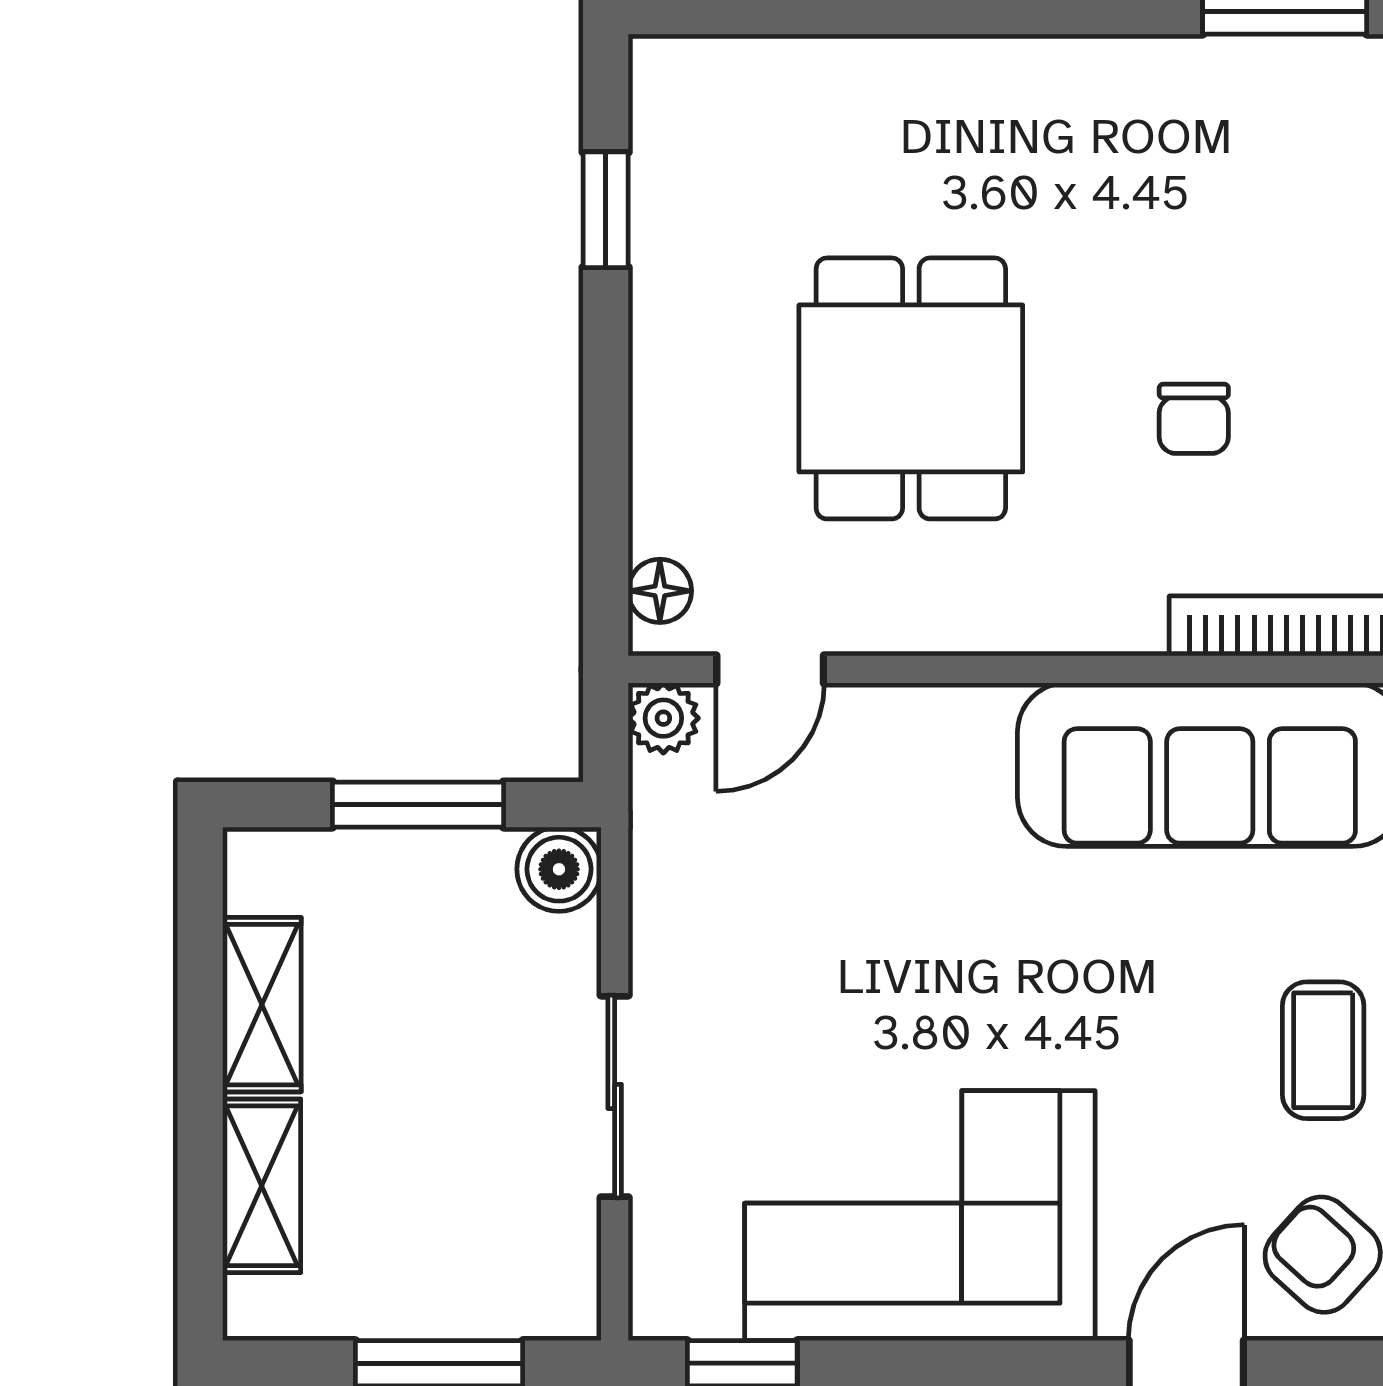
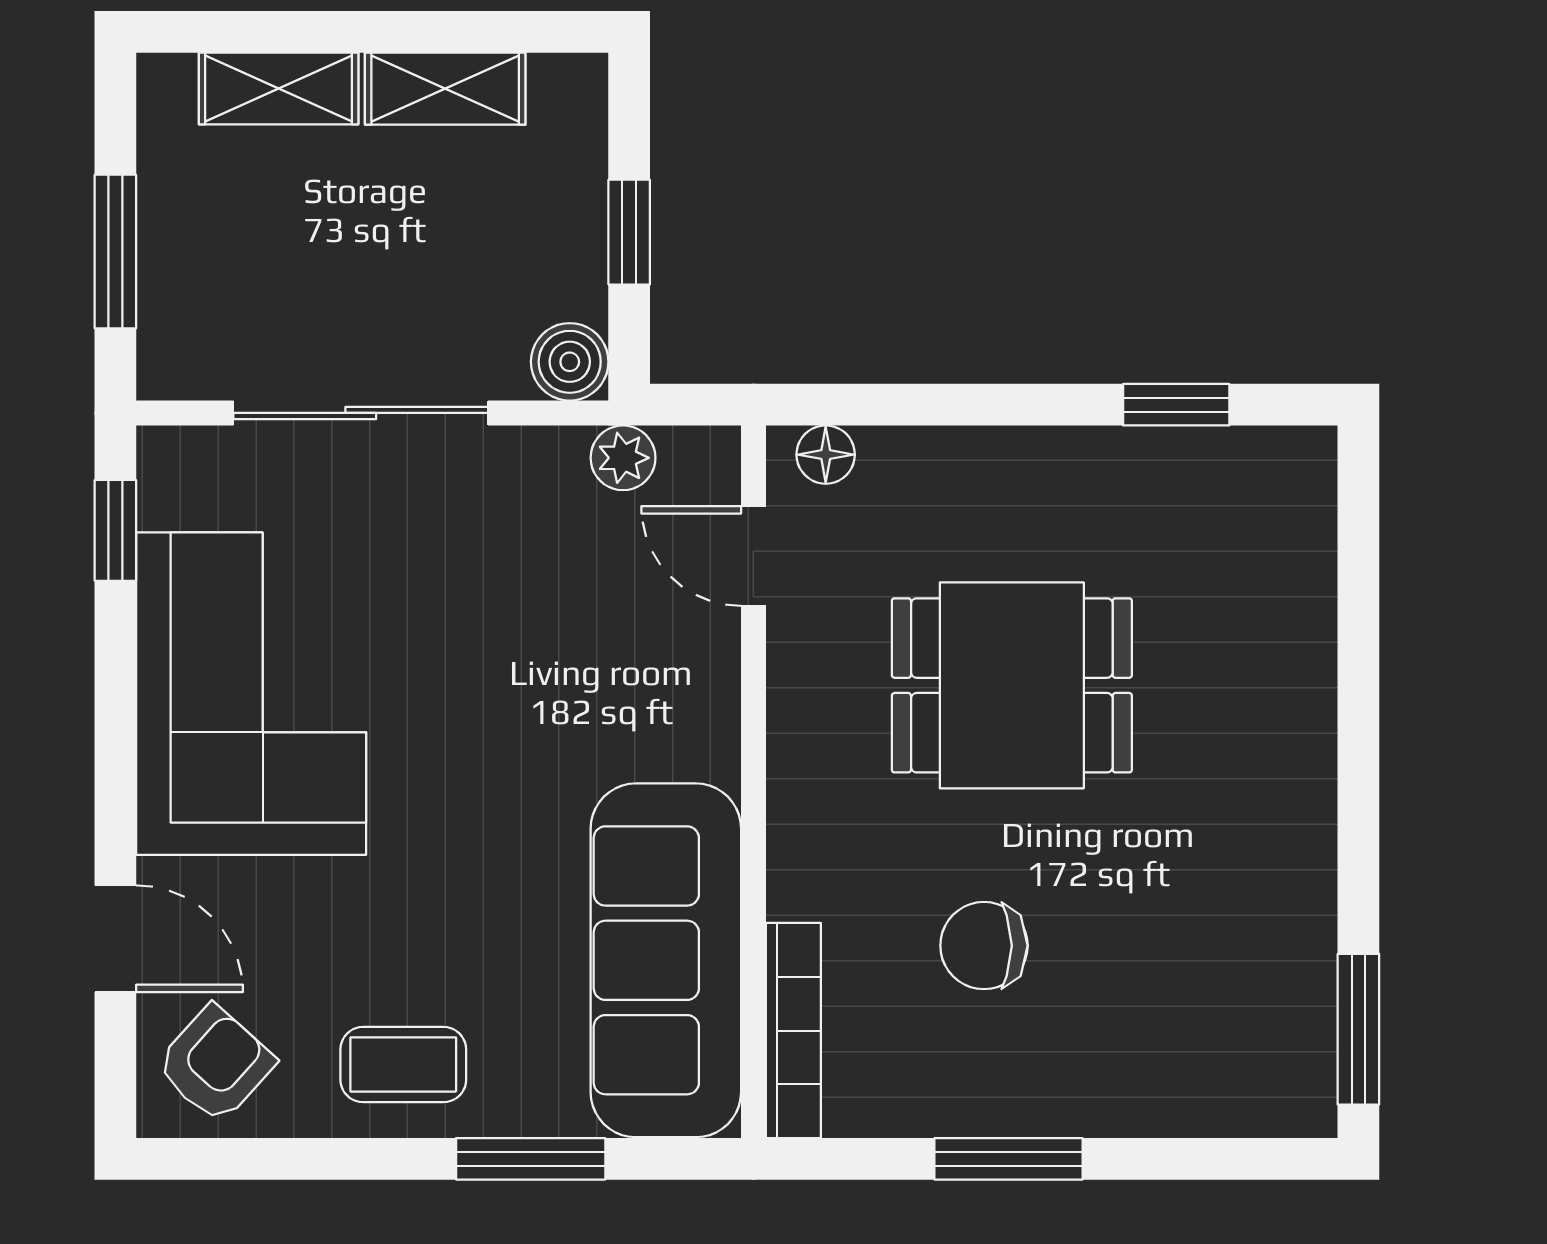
chair: (1194, 419) -> (984, 946), width x1.37, depth x1.37
plant: (663, 718) -> (623, 458), moved
window: (418, 805) -> (629, 232), width x0.67
sliding door: (615, 1096) -> (361, 413), width x1.37

